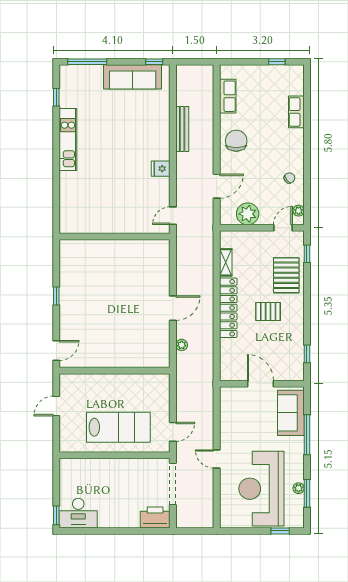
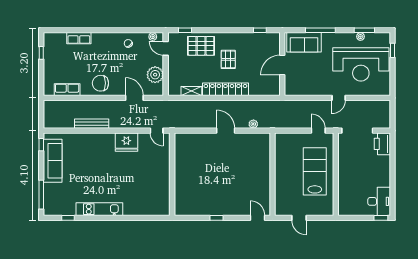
fridge: (161, 169) -> (126, 142), width x1.88, depth x1.34

